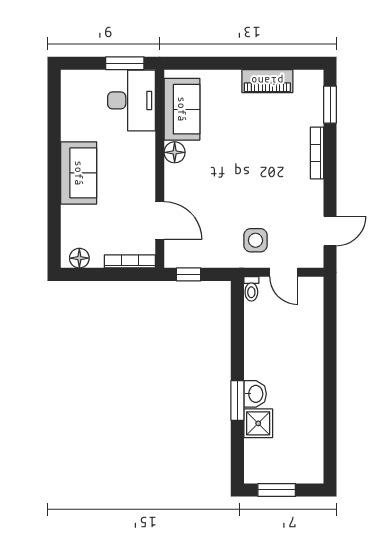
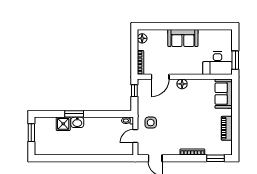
sofa: (182, 109) -> (224, 94), moved, turned 90
floor lamp: (175, 152) -> (182, 84), moved

